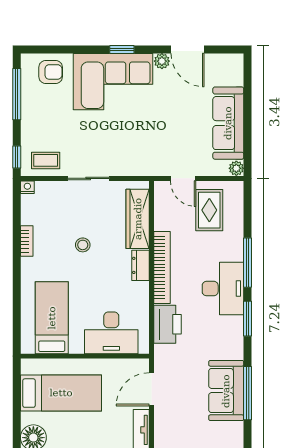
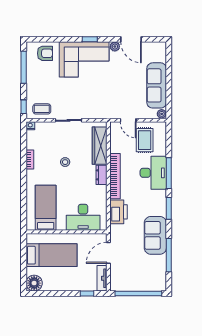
desk: (223, 289) -> (153, 173), moved
sofa: (226, 391) -> (155, 235), moved

